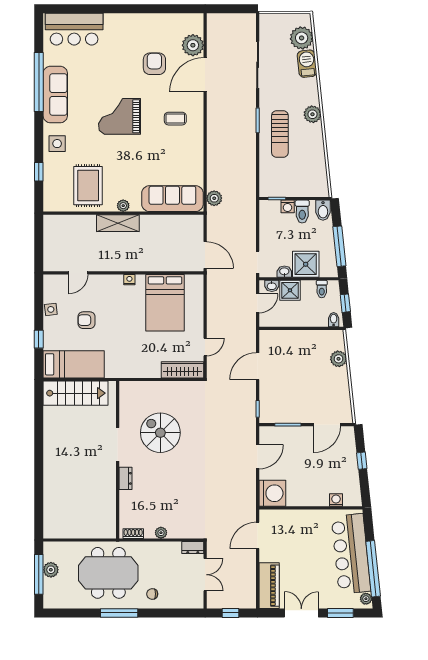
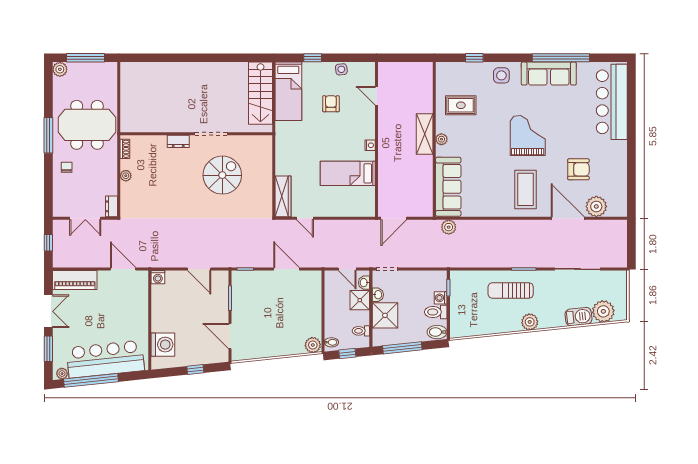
bar counter: (74, 29) -> (612, 102), width x1.36
coffee table: (175, 119) -> (526, 189), width x1.86, depth x1.72
rug: (88, 186) -> (461, 105), width x0.73, depth x0.70
bed: (165, 303) -> (348, 173), width x0.67
plant: (339, 359) -> (313, 345), moved
washing machine: (272, 493) -> (158, 277), width x0.53, depth x0.53
washing machine: (336, 500) -> (163, 345), width x1.89, depth x1.89
plant: (51, 570) -> (60, 69), moved
meeting table: (108, 573) -> (87, 125), turned 90

